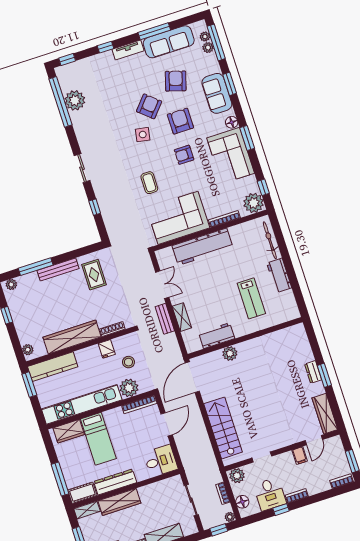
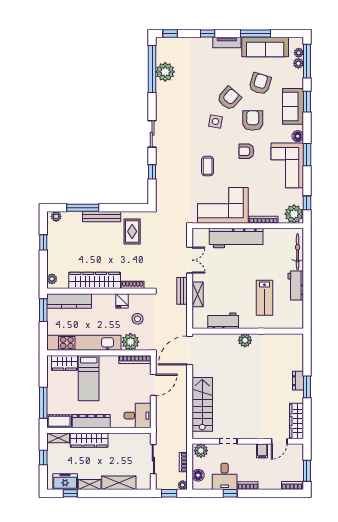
plant: (230, 353) -> (245, 340), moved

